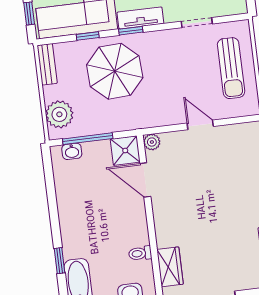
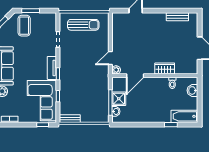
parasol: (115, 71) -> (78, 84), removed
plant: (59, 114) -> (96, 115), removed
door: (200, 125) -> (110, 58), moved
shower: (125, 150) -> (119, 99), moved
wardrobe: (170, 267) -> (165, 68), moved

